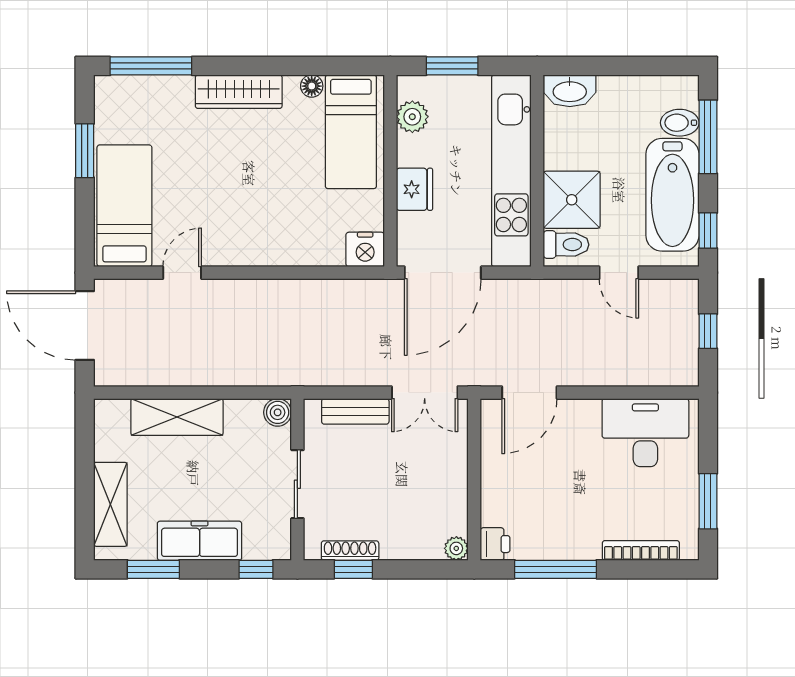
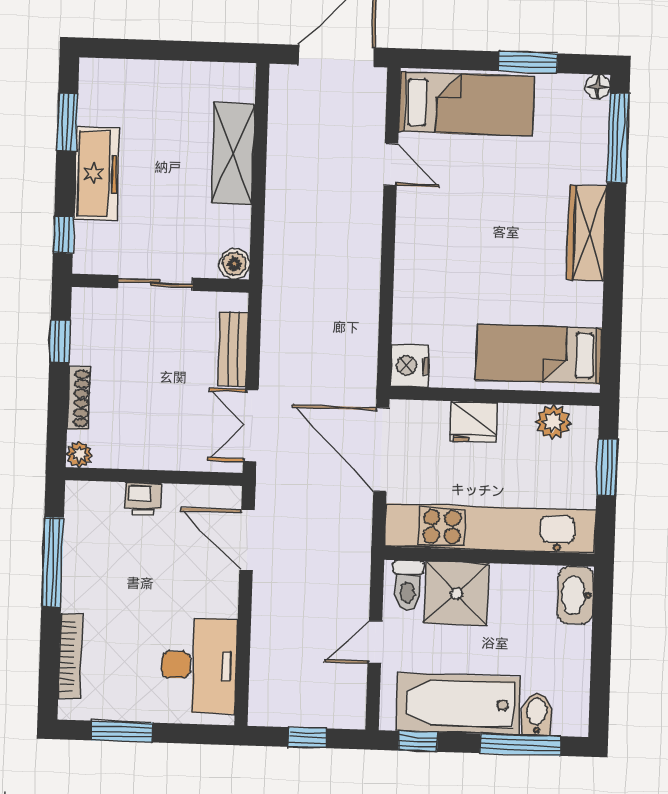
floor lamp: (312, 86) -> (598, 87), moved
shelving: (110, 504) -> (140, 78), removed
printer: (495, 544) -> (143, 499), moved
shoe rack: (350, 551) -> (79, 398), moved

